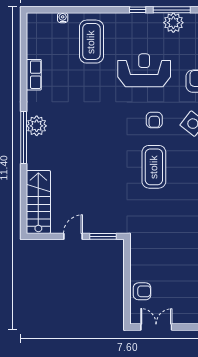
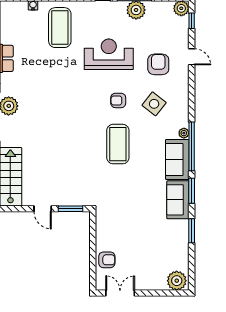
armchair: (154, 120) -> (118, 100), turned 90
door: (73, 236) -> (43, 209), swing flipped

